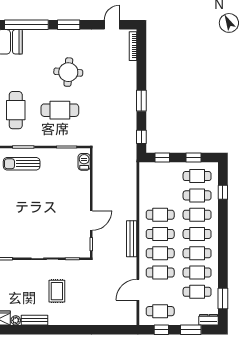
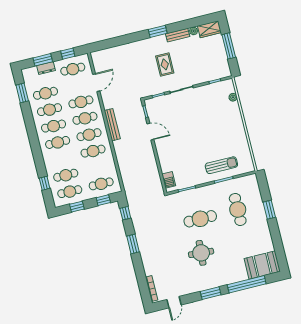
cafe table: (197, 215) -> (101, 184), moved
door: (91, 220) -> (150, 132), swing flipped
dresser: (209, 320) -> (46, 68), moved
window: (56, 330) -> (158, 31), added

